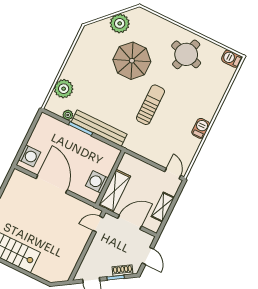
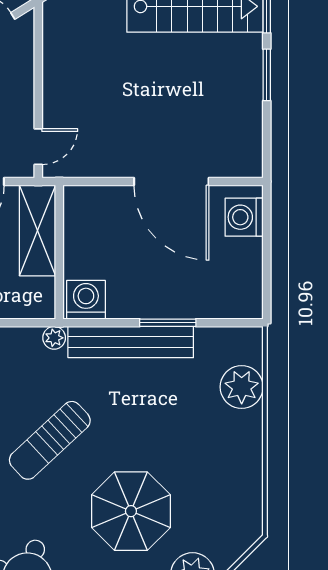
sun lounger: (150, 105) -> (50, 440), turned 47
plant: (68, 115) -> (54, 338), moved
washing machine: (97, 182) -> (86, 300), moved, turned -90

